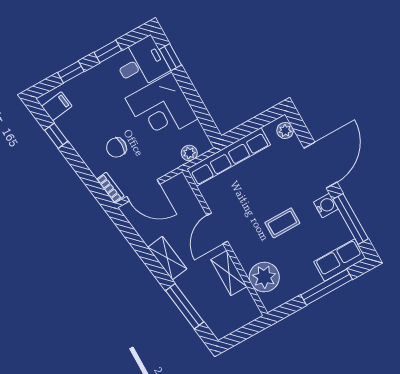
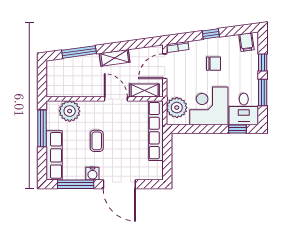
window: (108, 51) -> (263, 92), width x1.50
plant: (285, 130) -> (153, 174), removed
window: (56, 136) -> (211, 34), moved
chair: (116, 148) -> (214, 64), moved, turned 90
plant: (189, 153) -> (177, 108), width x1.87, depth x1.87
row of seats: (340, 260) -> (54, 155), width x1.48
shelving: (229, 273) -> (145, 91), moved
window: (327, 287) -> (42, 128), moved

